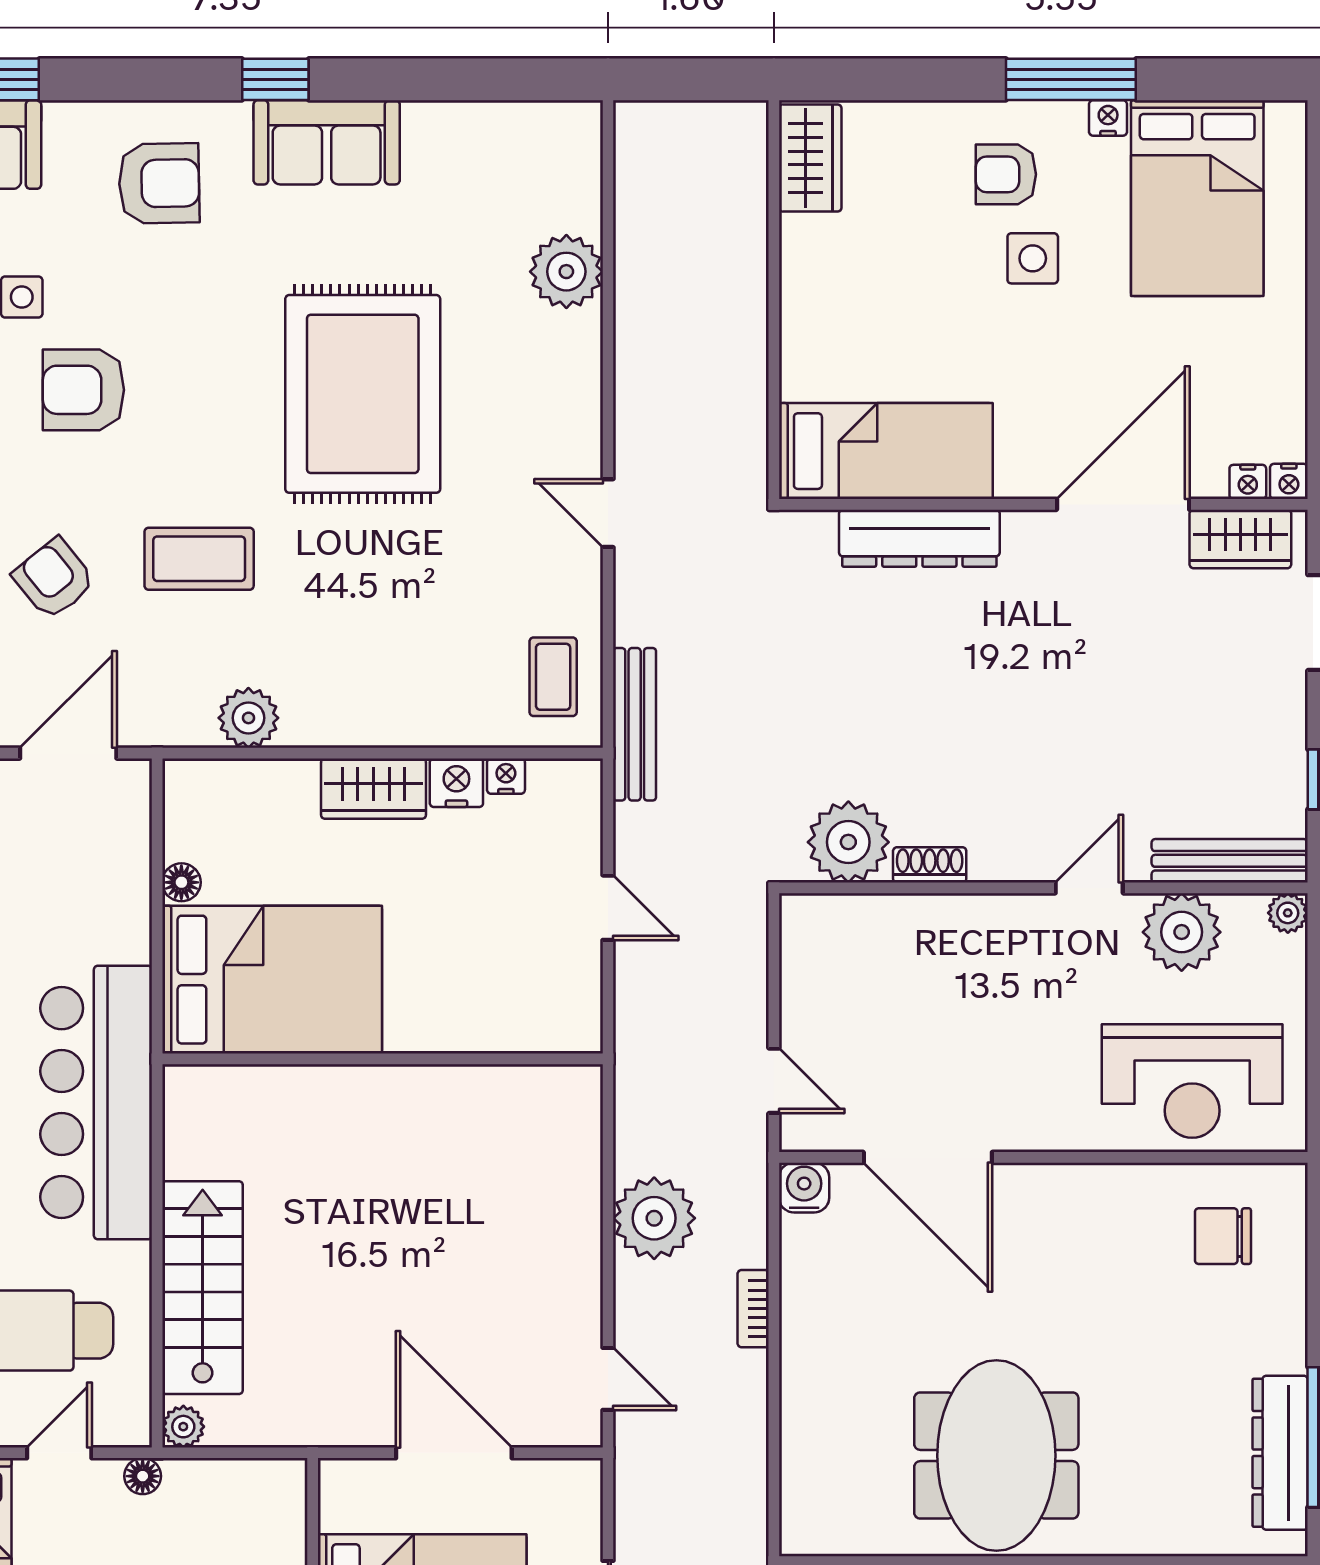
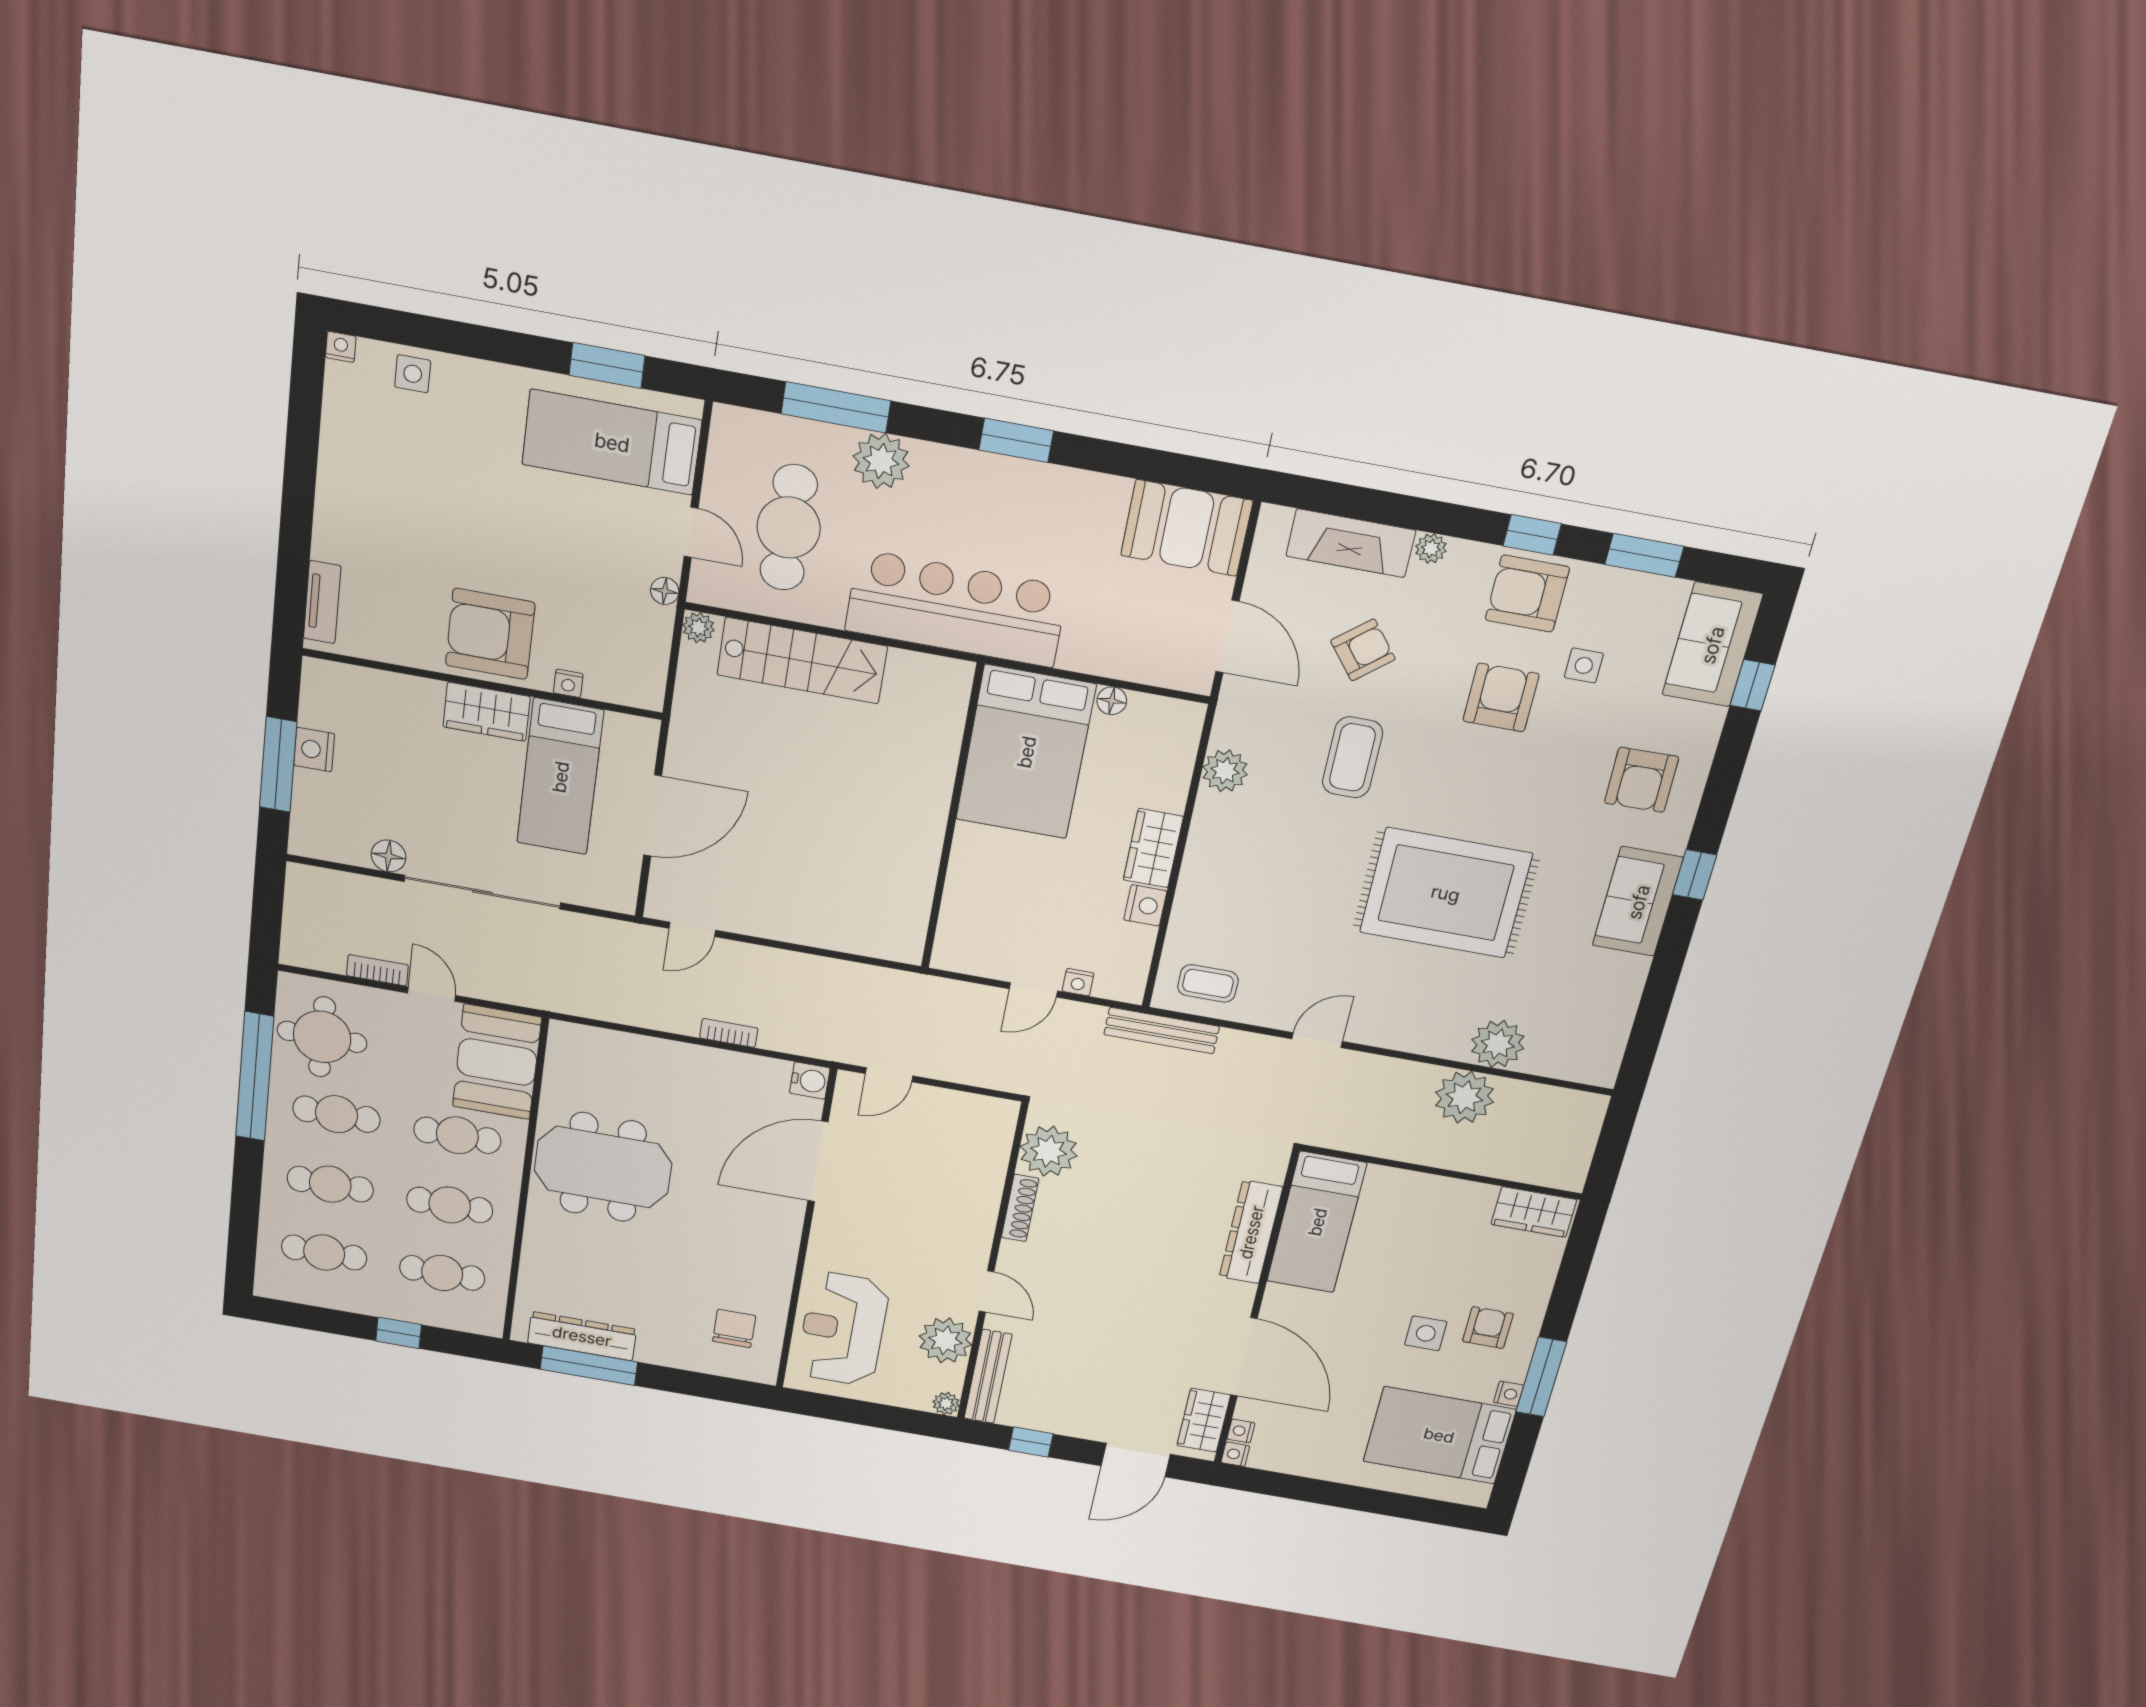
nightstand: (506, 776) -> (1078, 982), moved, turned 90
shoe rack: (930, 865) -> (1020, 1208), width x1.43
plant: (654, 1218) -> (1464, 1097), moved

